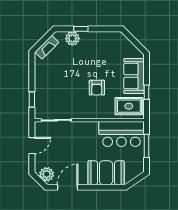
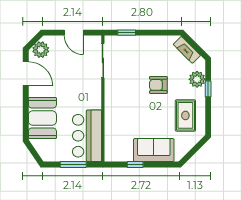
armchair: (97, 88) -> (158, 85), moved
rug: (129, 106) -> (185, 115), moved

